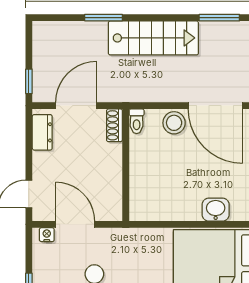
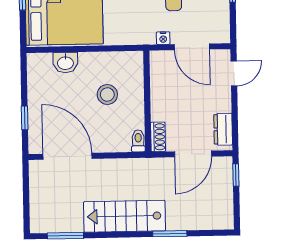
stool: (174, 123) -> (107, 94), moved
nightstand: (47, 235) -> (163, 38), moved

